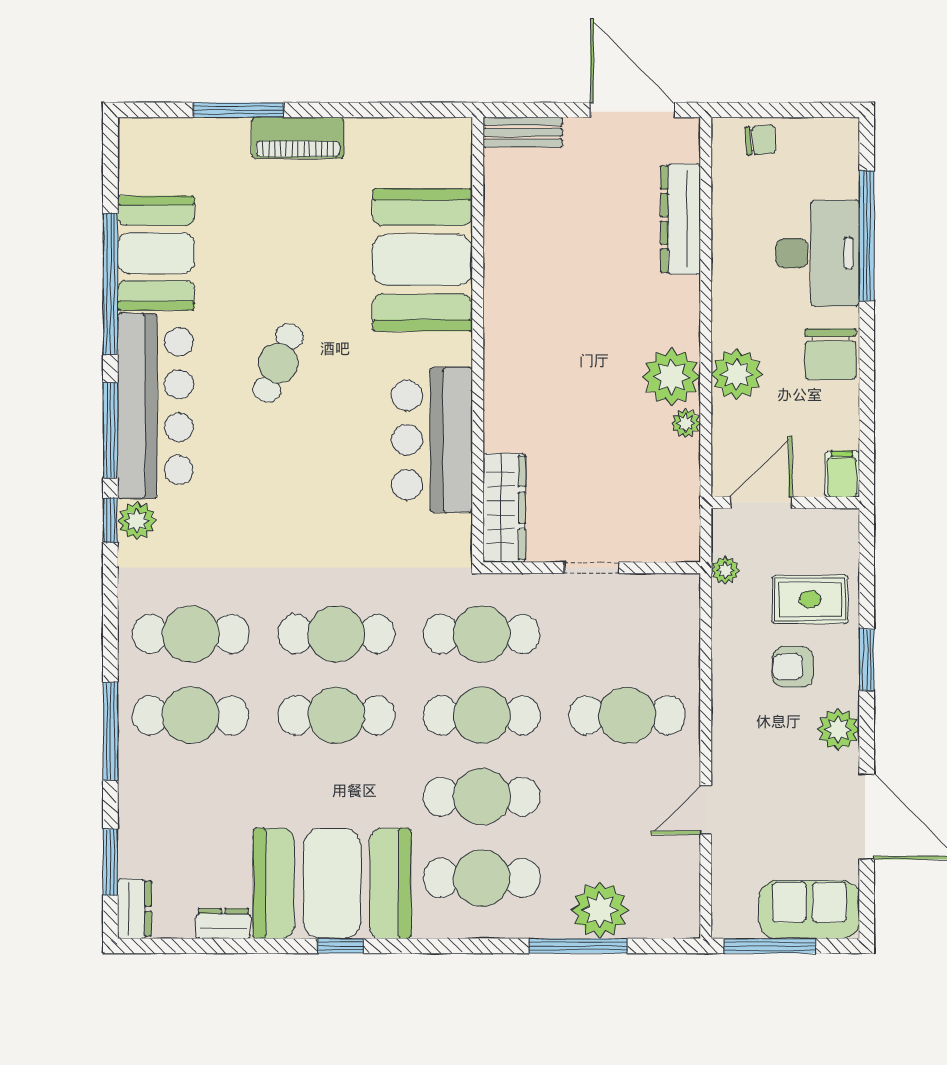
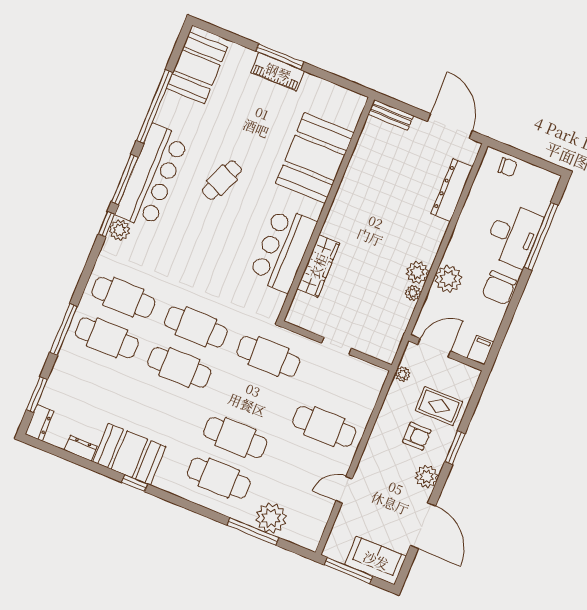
window: (238, 110) -> (280, 57), moved
booth: (156, 253) -> (197, 68), moved
plant: (671, 377) -> (417, 272), width x0.73, depth x0.73
wardrobe: (504, 508) -> (318, 266), moved
armchair: (793, 667) -> (417, 436), turned 180
cafe table: (482, 715) -> (252, 397), removed
booth: (332, 883) -> (129, 454), width x0.73, depth x0.70

